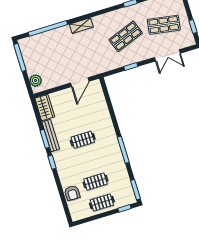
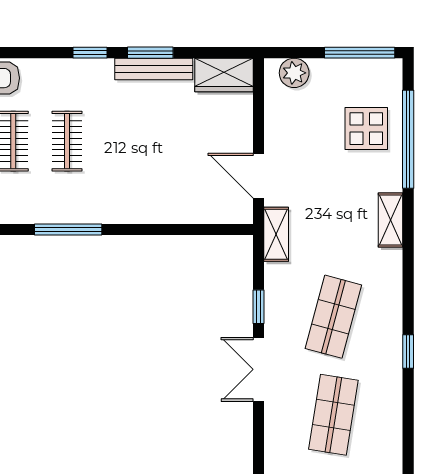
shop shelf: (126, 36) -> (333, 317), turned 36
display table: (49, 46) -> (366, 129), added
double door: (167, 55) -> (259, 369), moved
shelving: (100, 68) -> (276, 234), added
clothes rail: (83, 140) -> (67, 141), moved

